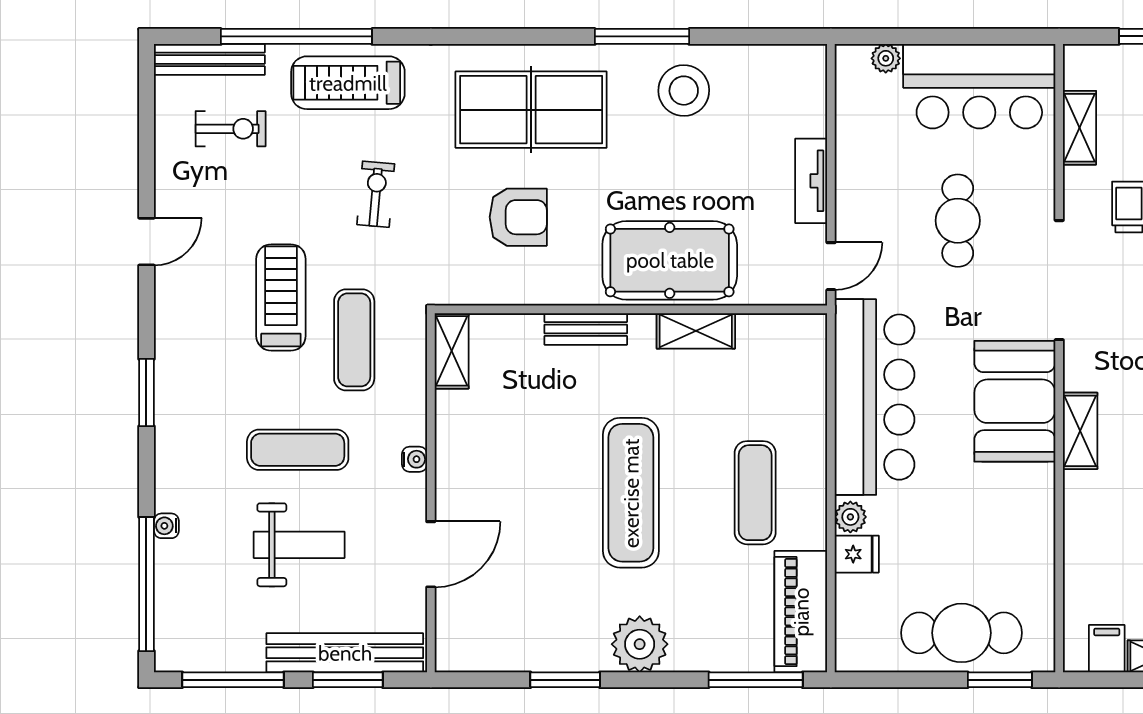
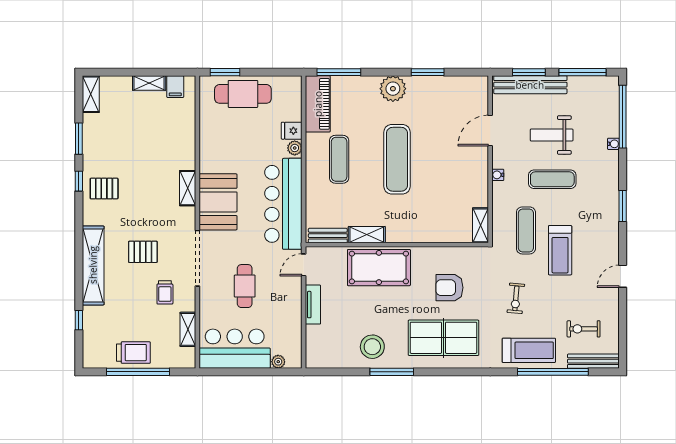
bench: (586, 329) -> (328, 236), moved

